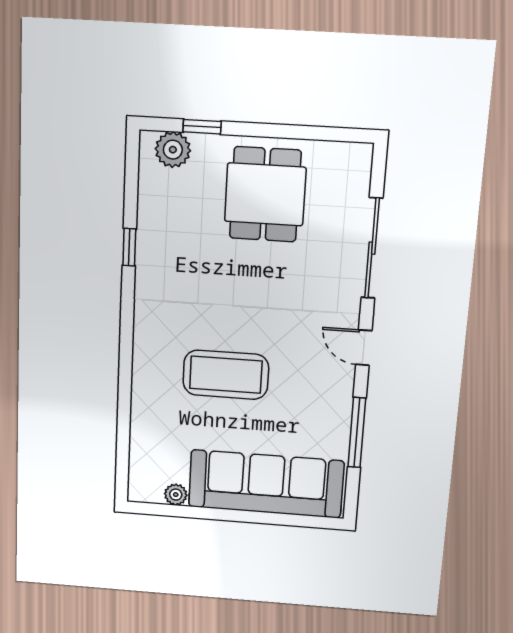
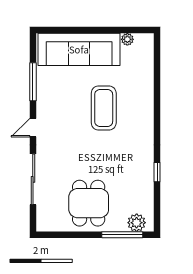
window: (202, 127) -> (122, 235), width x2.17
door: (364, 348) -> (33, 128), swing flipped
coffee table: (226, 375) -> (104, 108), turned 90

